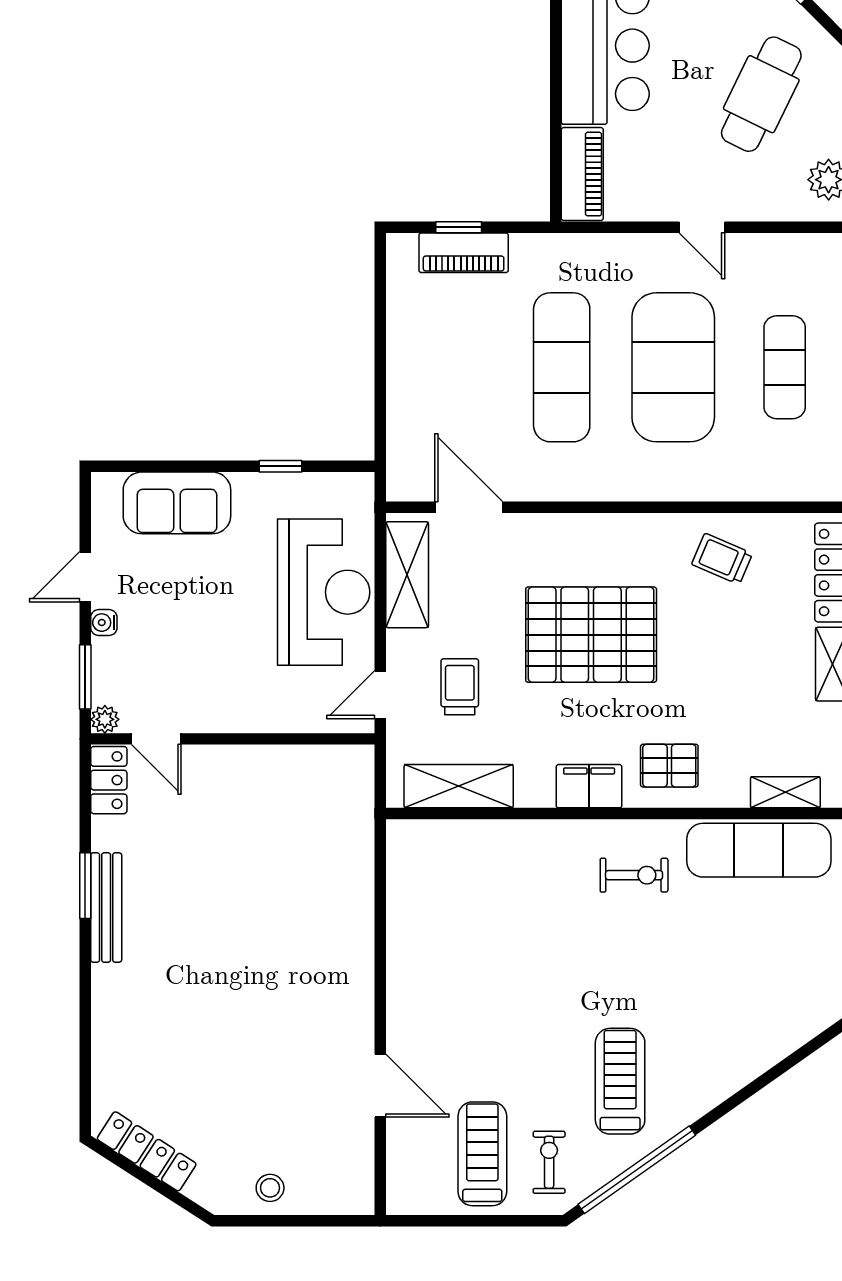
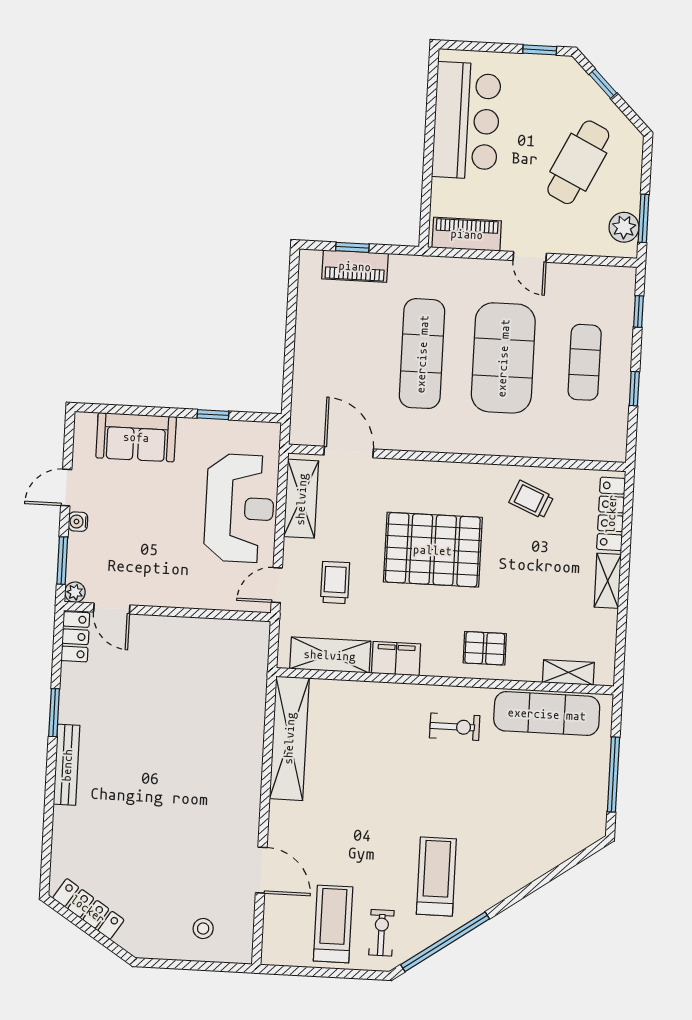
piano: (582, 174) -> (467, 234), moved, turned -90
filing cabinet: (589, 786) -> (396, 659), moved
shelving: (409, 903) -> (289, 738), added
bench: (106, 907) -> (67, 765), moved
stool: (270, 1188) -> (203, 929), moved

